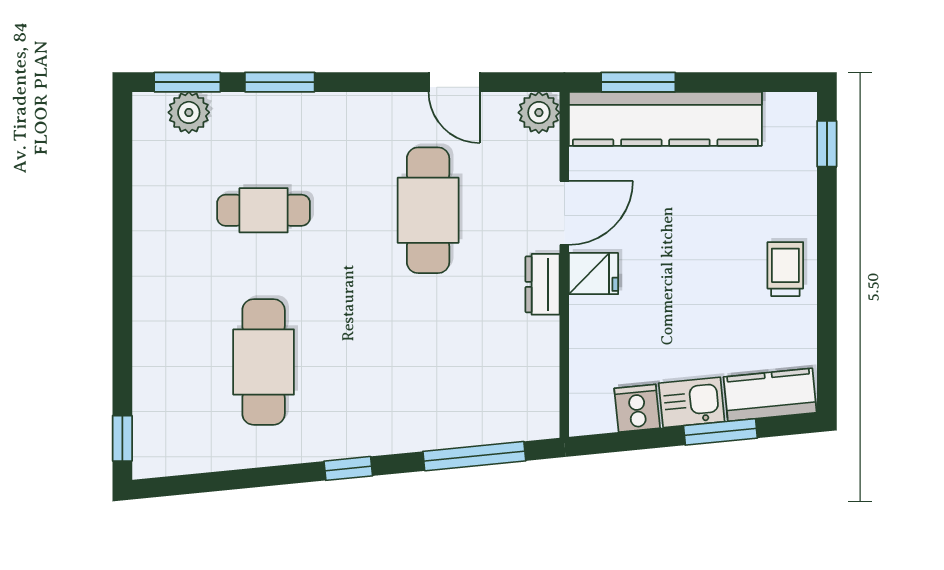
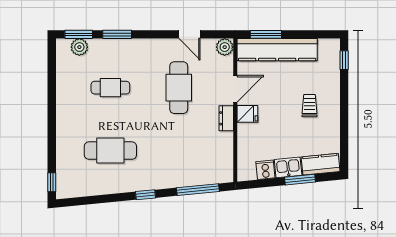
trolley: (785, 269) -> (309, 106), moved
cafe table: (264, 362) -> (110, 151), turned 90

